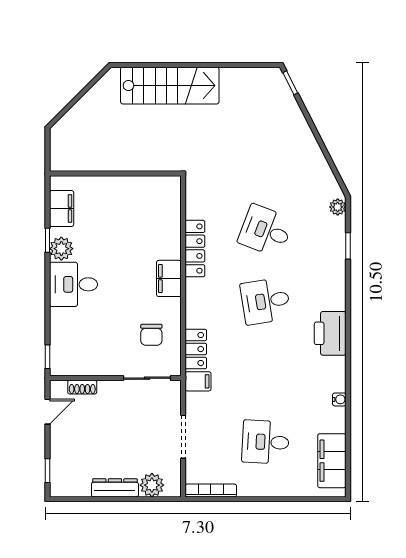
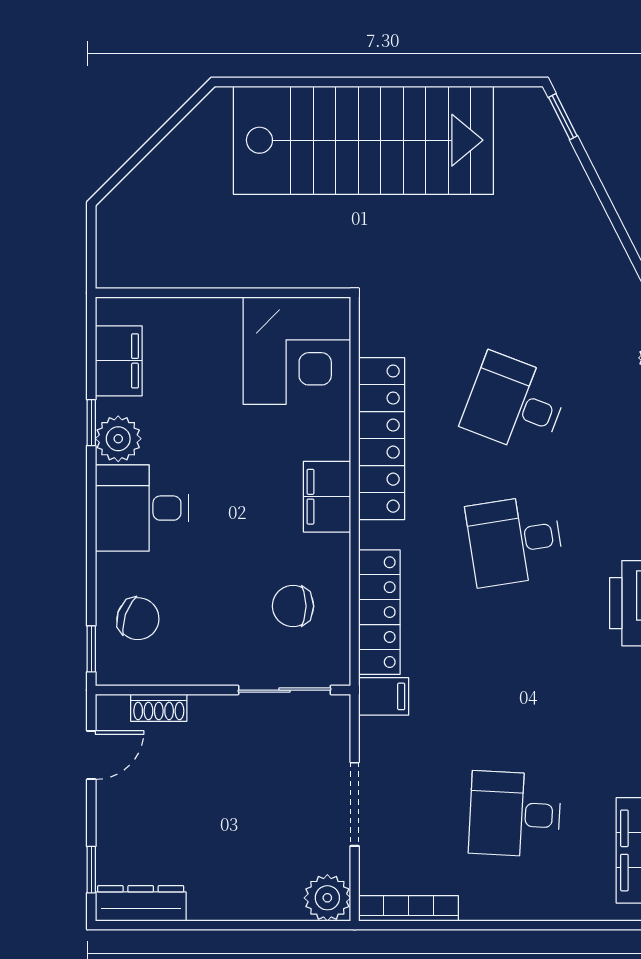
stairs: (170, 86) -> (363, 140), width x1.36, depth x1.51
corner desk: (153, 203) -> (297, 351), added
locker: (195, 249) -> (382, 439), width x1.41, depth x1.21
chair: (151, 335) -> (293, 606), turned 90
chair: (71, 341) -> (138, 619), added
locker: (196, 349) -> (379, 612), width x1.53
plant: (152, 485) -> (327, 898), moved
dresser: (115, 488) -> (141, 903), moved

